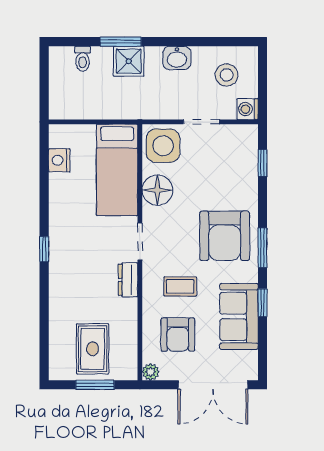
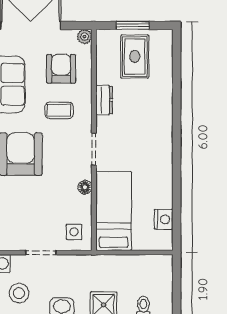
side table: (163, 146) -> (74, 232), width x0.54, depth x0.54
floor lamp: (157, 190) -> (85, 187), width x0.53, depth x0.53
window: (44, 249) -> (177, 142), removed
dresser: (128, 280) -> (104, 100), moved

